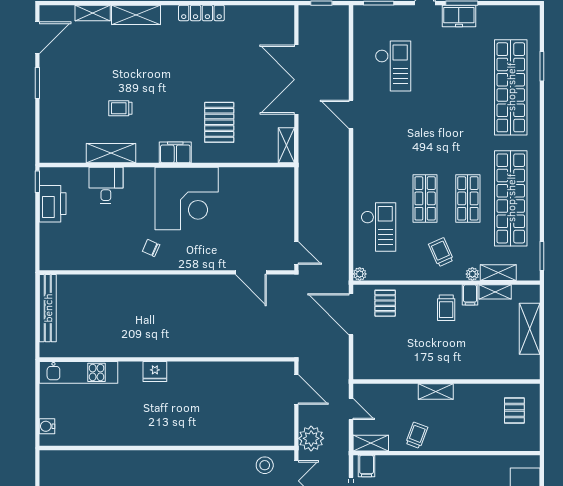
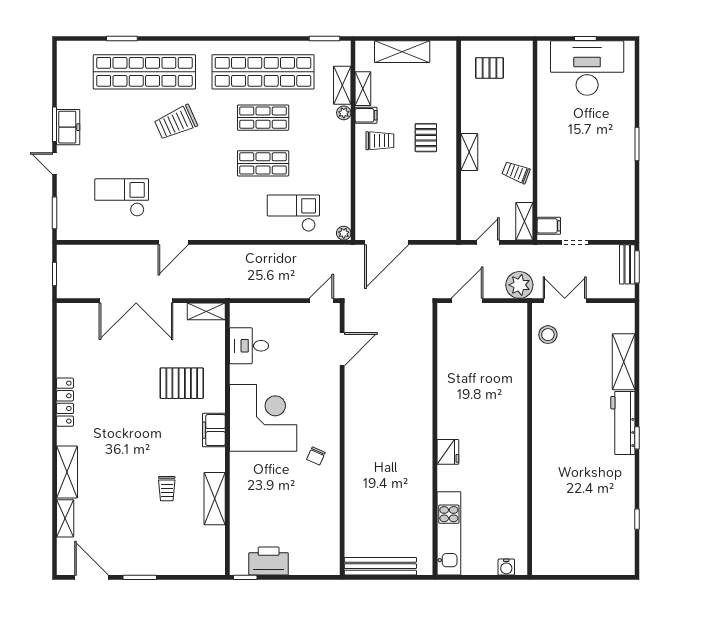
desk: (106, 185) -> (249, 346), moved
trolley: (441, 252) -> (176, 122), moved, width x1.36, depth x1.39
pallet: (385, 303) -> (426, 138), moved, turned 90

